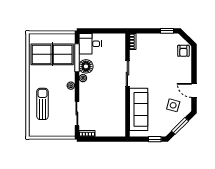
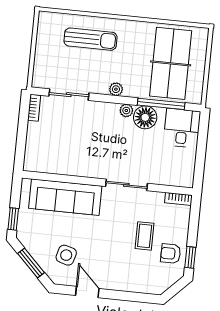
armchair: (183, 51) -> (171, 254), moved
coffee table: (157, 60) -> (145, 236), added
door: (194, 90) -> (87, 292), hinge flipped

